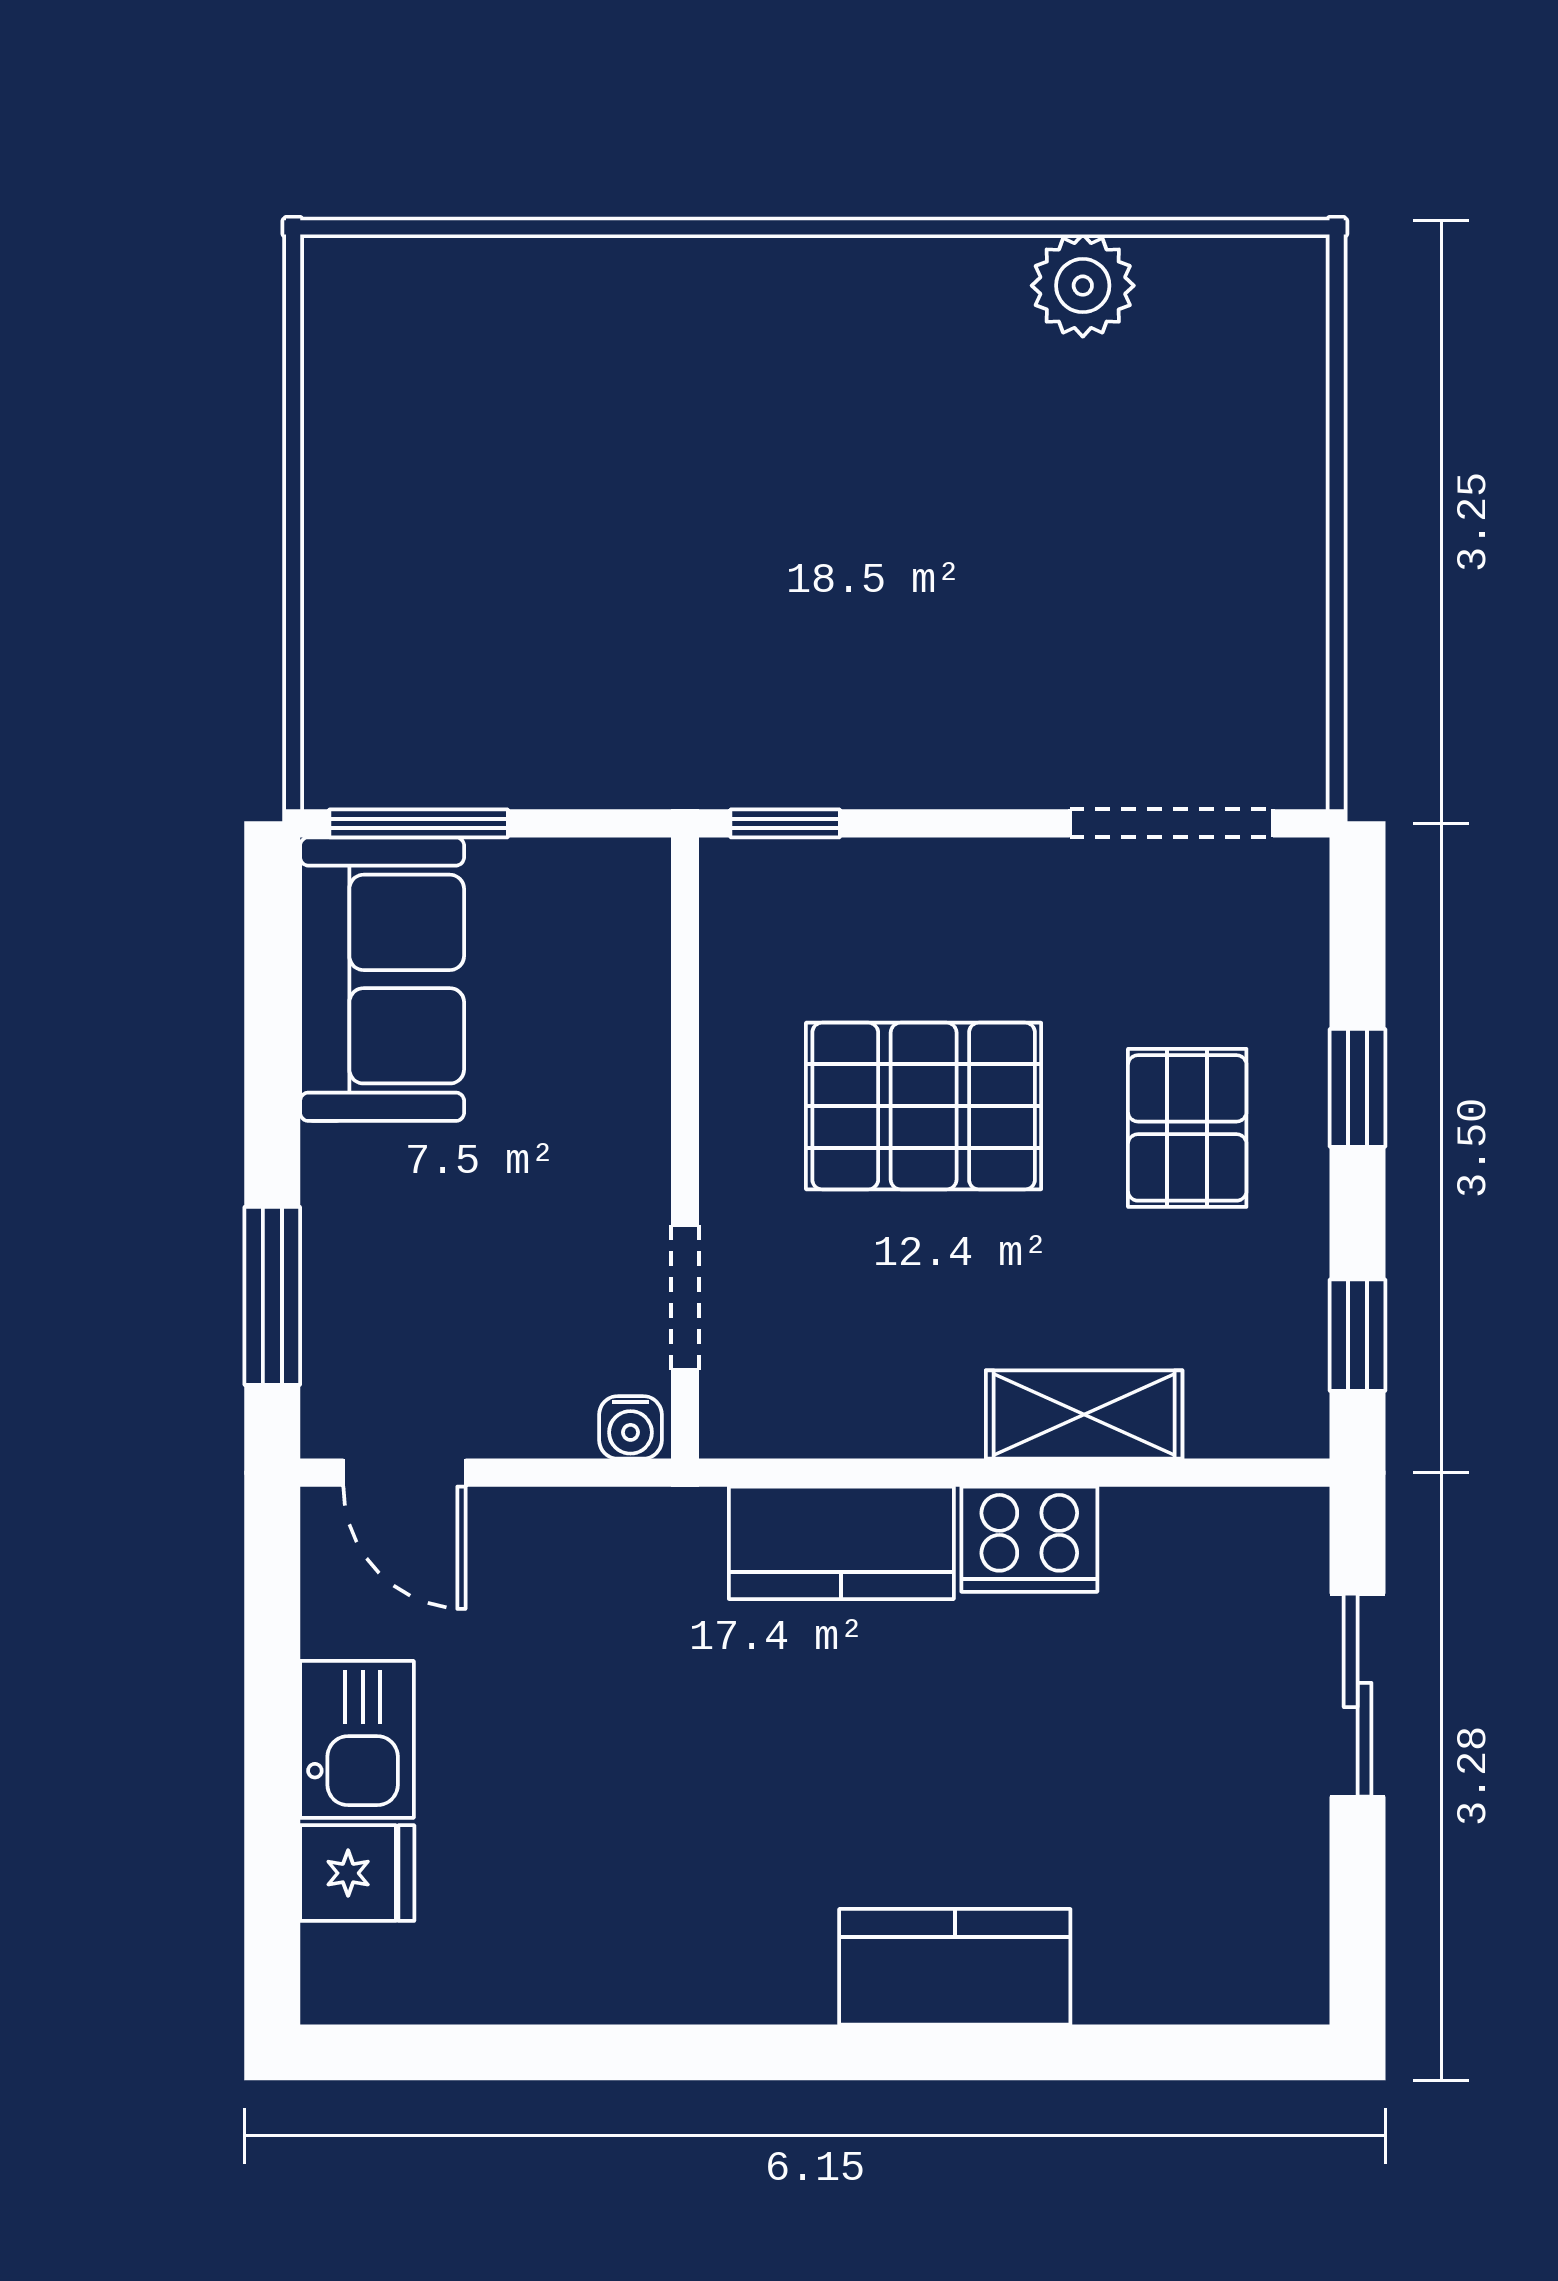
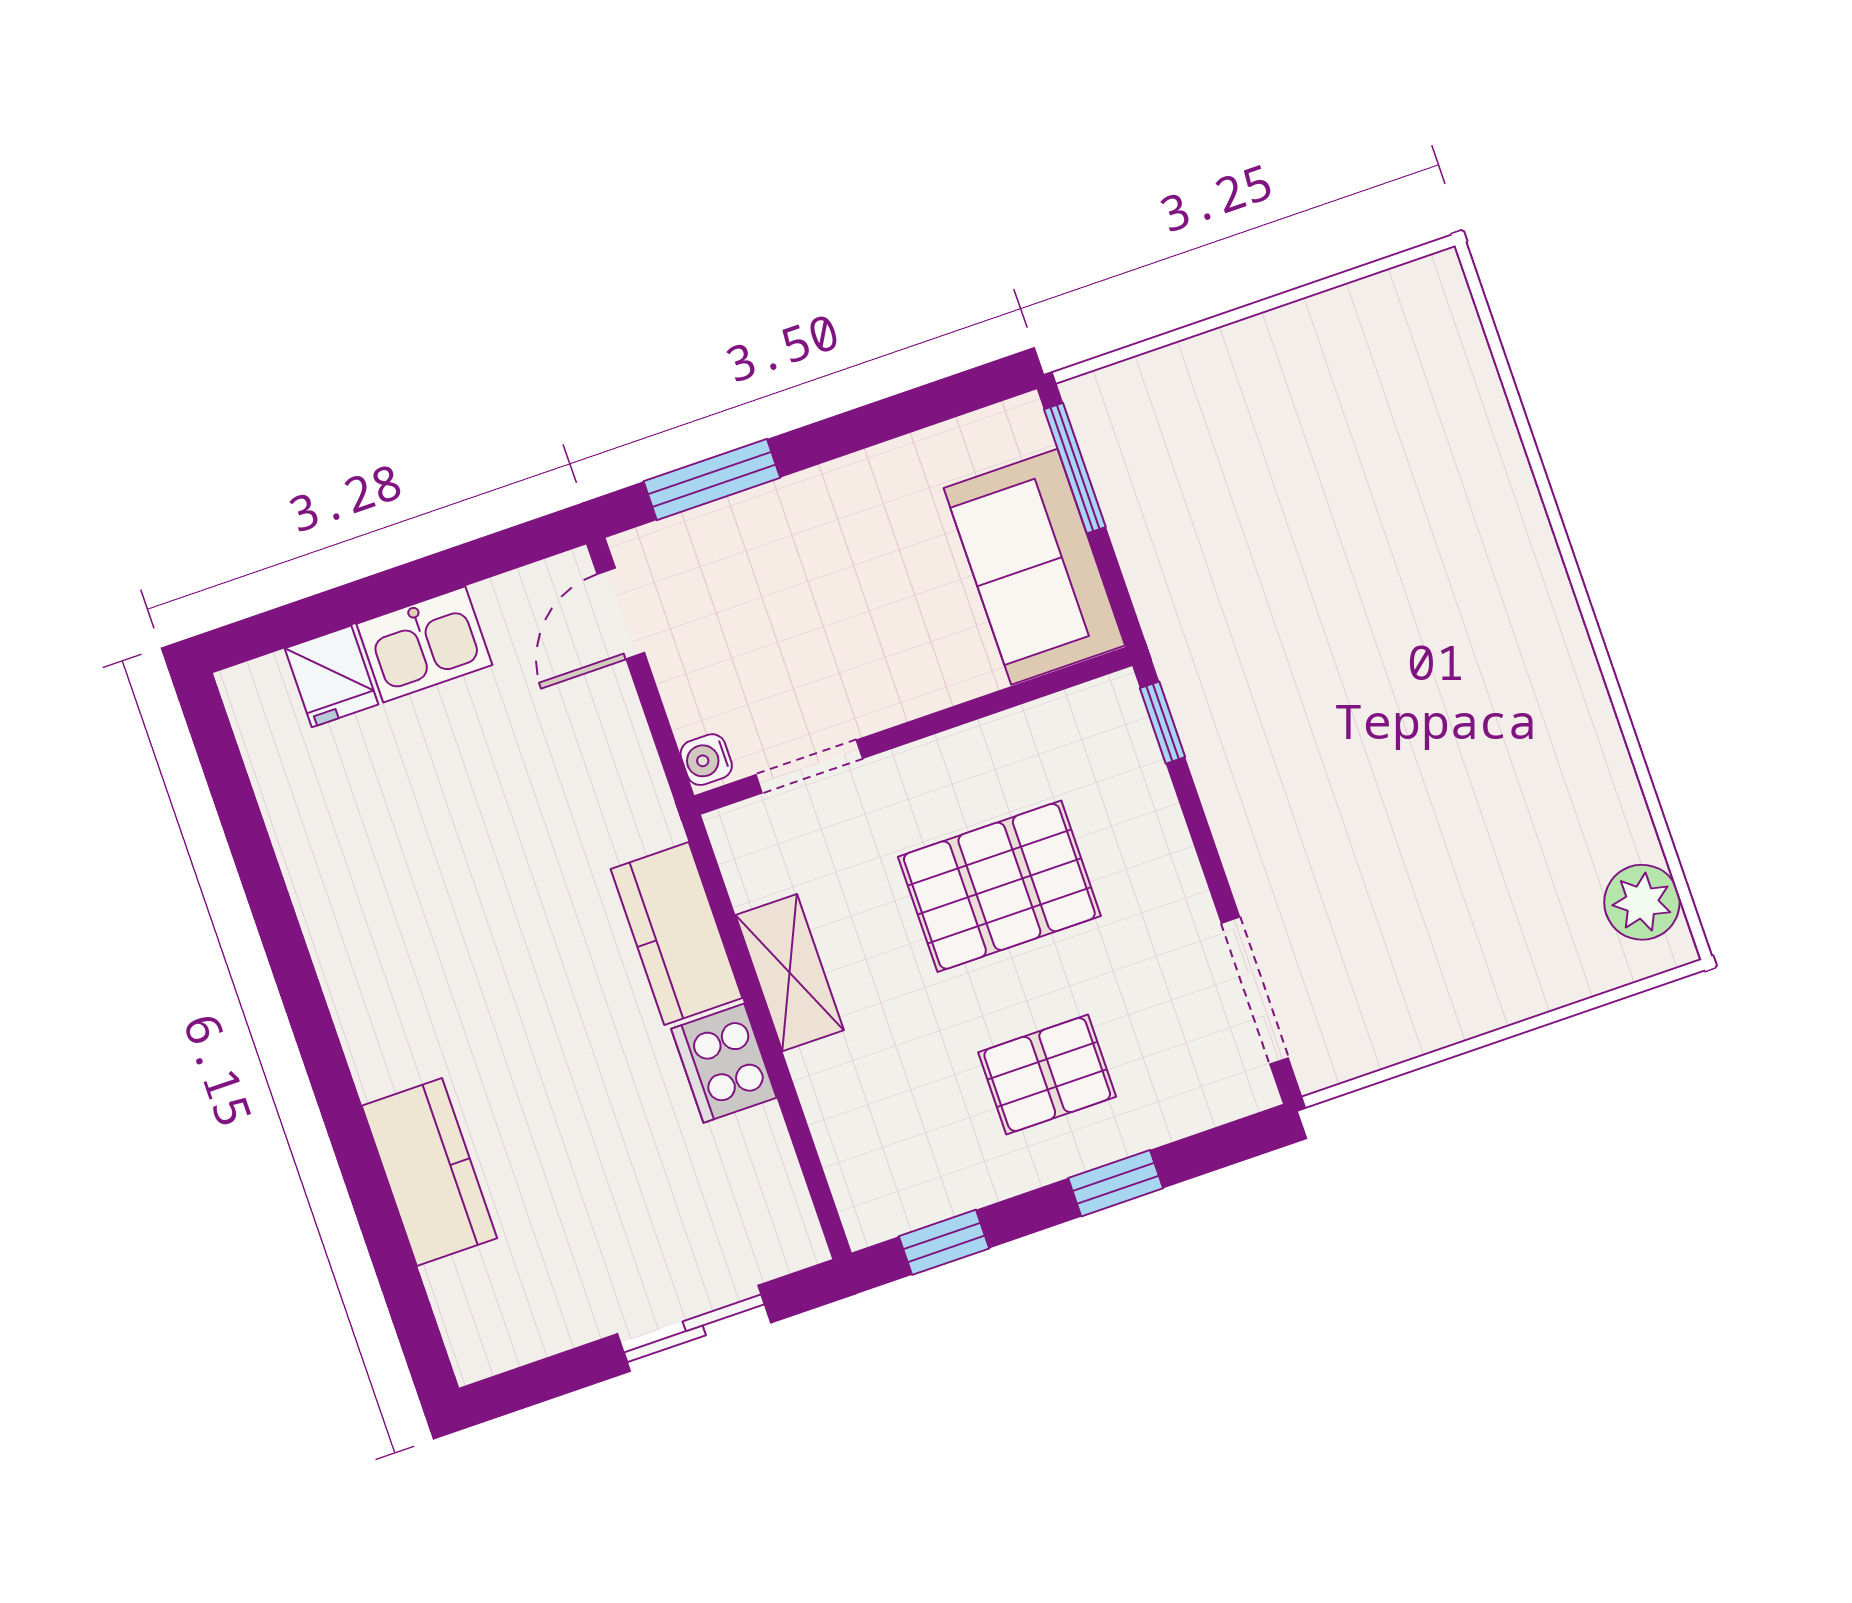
plant: (1083, 286) -> (1642, 902), moved
sofa: (382, 979) -> (1034, 567), moved, turned 90
pallet: (924, 1106) -> (999, 886), turned 90
shelving: (1084, 1414) -> (790, 973), moved
kitchen counter: (955, 1967) -> (429, 1172), moved

